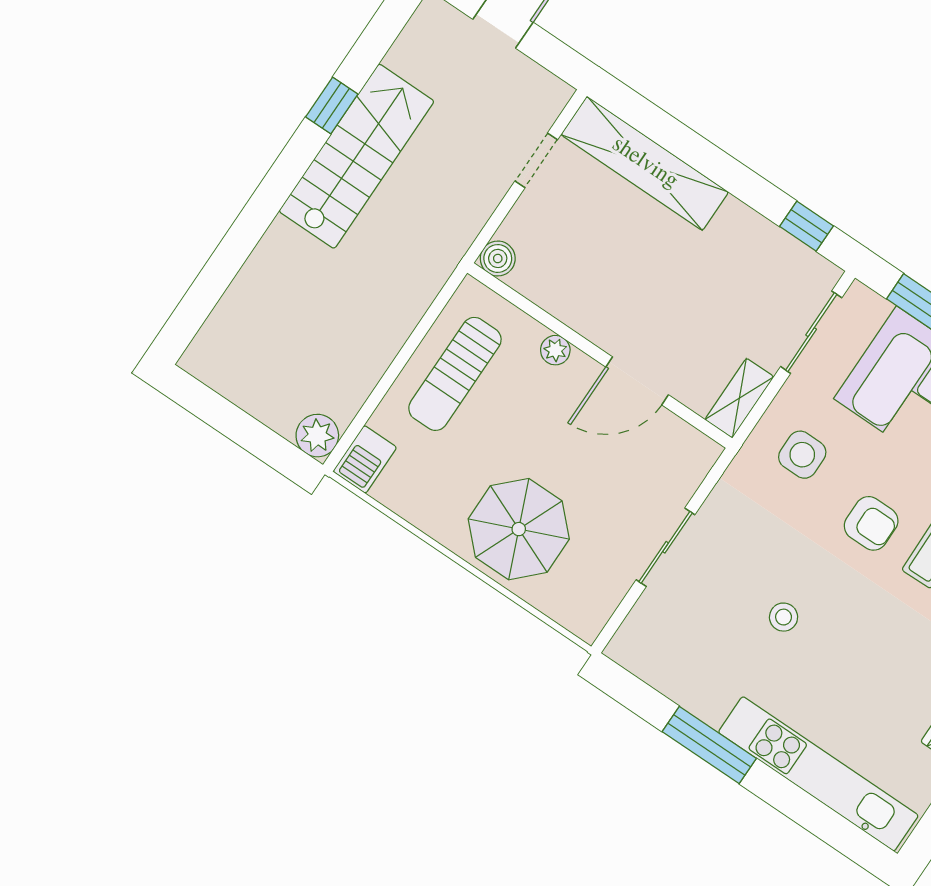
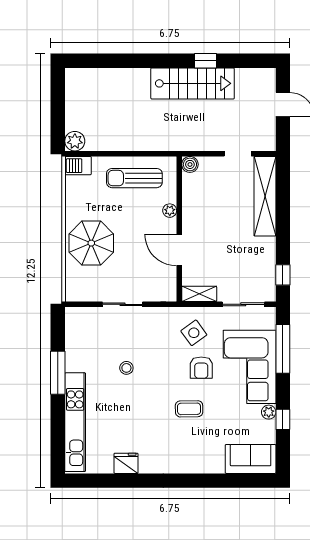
side table: (802, 455) -> (194, 333), turned -36
armchair: (871, 523) -> (201, 368), moved

